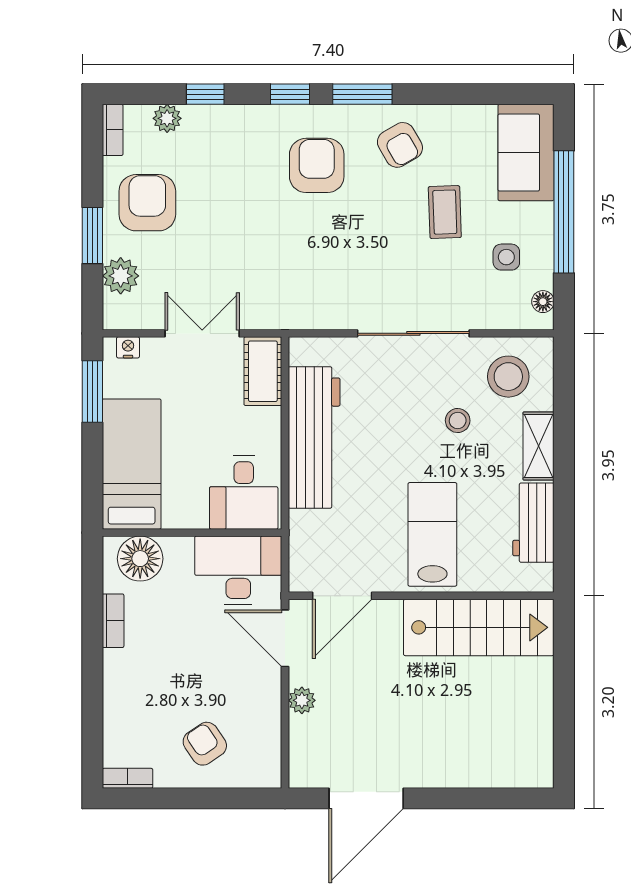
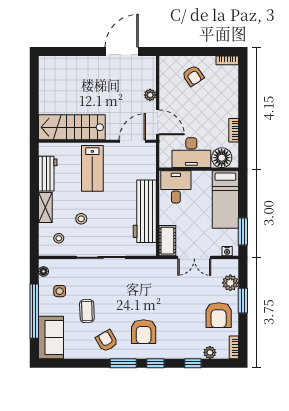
stool: (508, 377) -> (59, 238), width x0.53, depth x0.53
desk: (238, 570) -> (191, 153), moved

